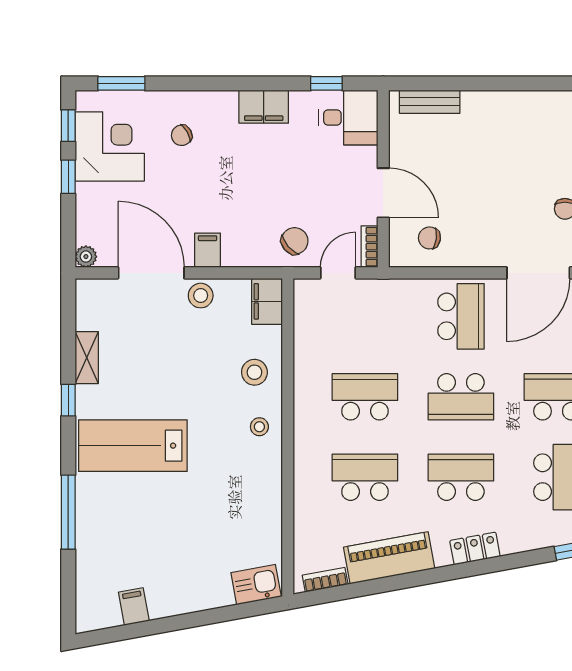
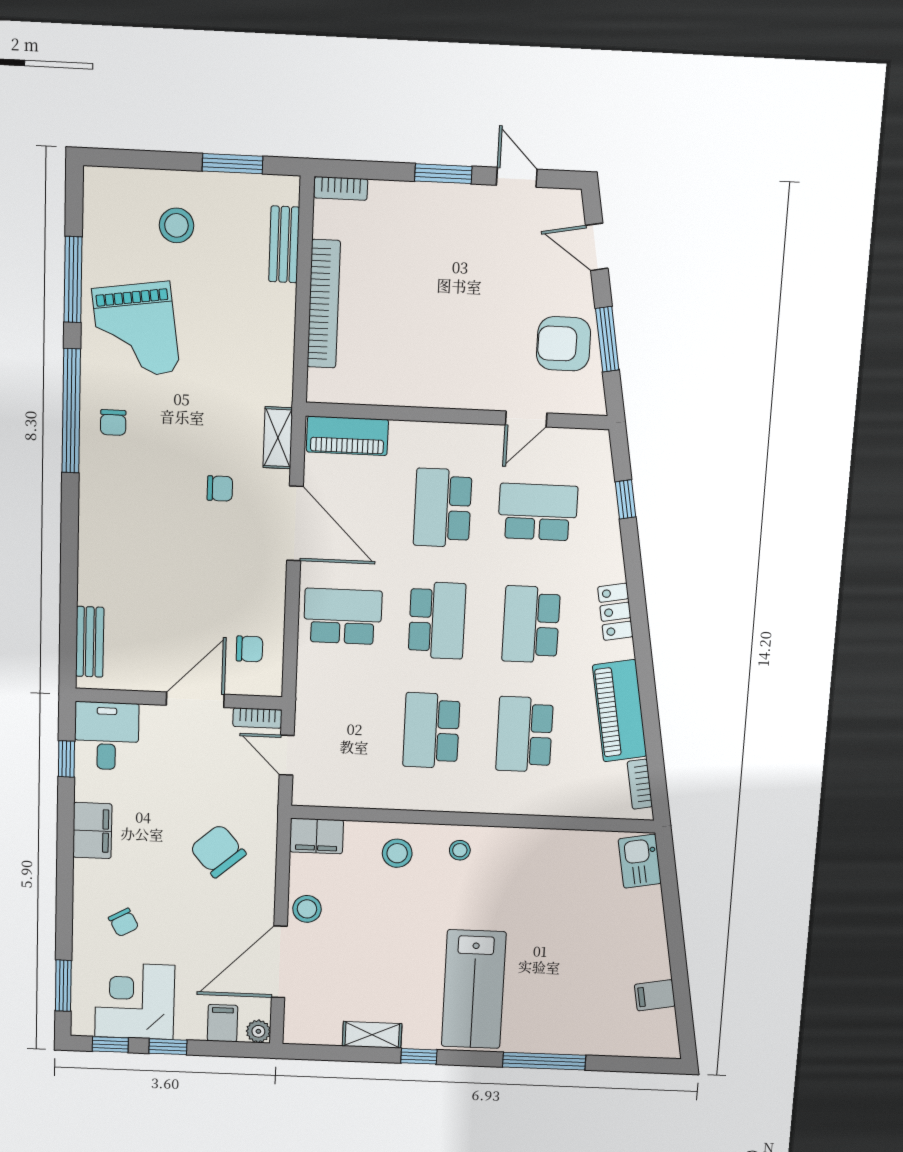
chair: (429, 238) -> (249, 649), turned -98
chair: (295, 241) -> (218, 851), moved, width x1.37, depth x1.37
filing cabinet: (208, 250) -> (222, 1023), moved, turned 90

